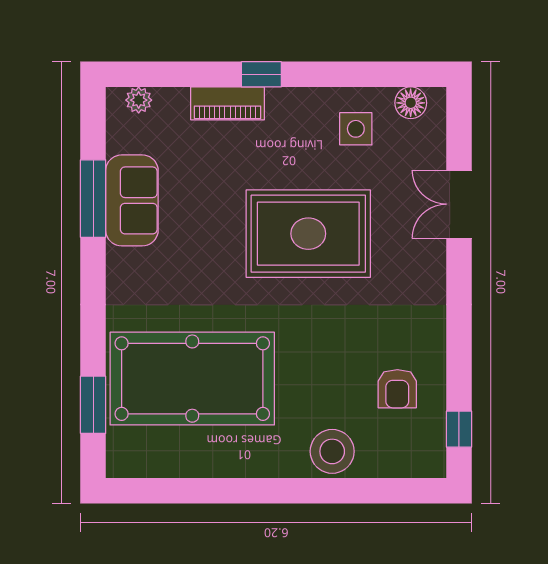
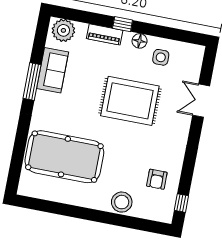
plant: (139, 100) -> (63, 30), width x1.87, depth x1.87
floor lamp: (411, 103) -> (140, 41), moved
window: (93, 199) -> (32, 81), moved
window: (93, 405) -> (17, 160), removed

